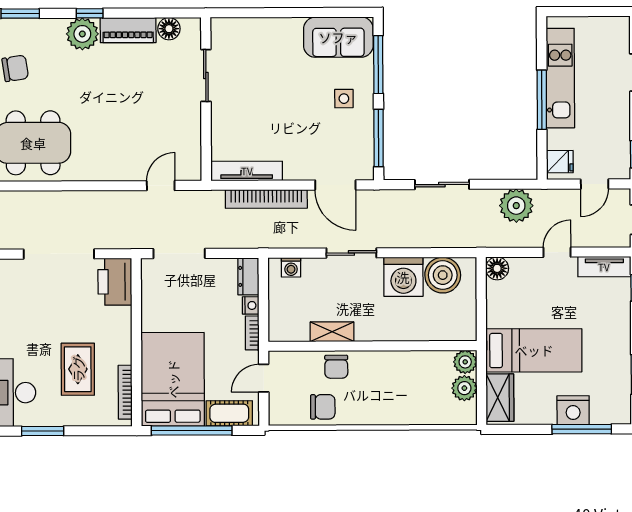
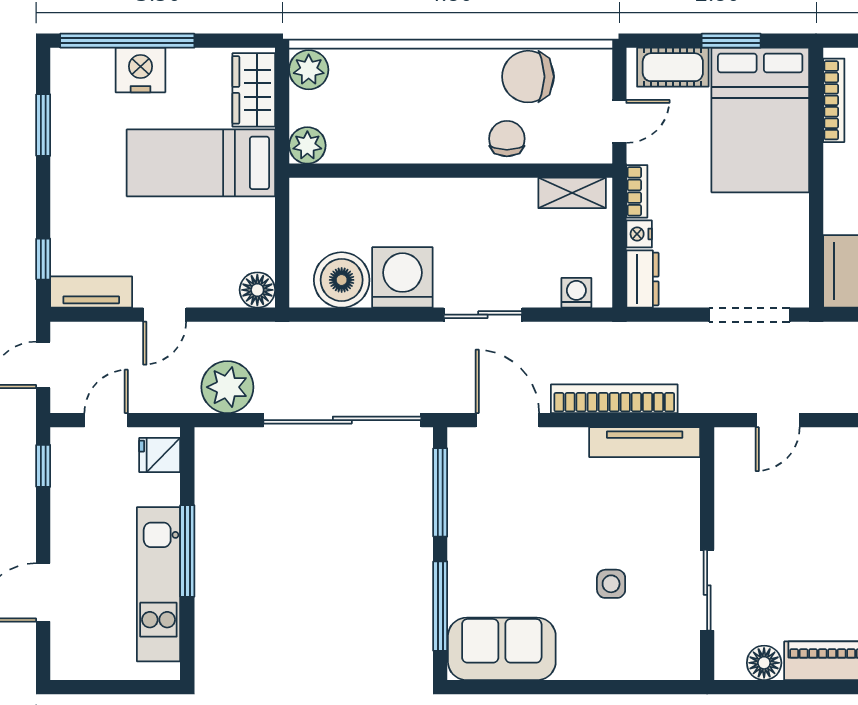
side table: (344, 99) -> (611, 584), moved
sliding door: (442, 185) -> (342, 420), width x1.86
shelving: (332, 332) -> (572, 193), moved
plant: (464, 388) -> (309, 70), moved
chair: (323, 407) -> (528, 77), width x1.37, depth x1.37
window: (582, 429) -> (127, 41), width x1.46
window: (192, 430) -> (731, 41), width x0.47

